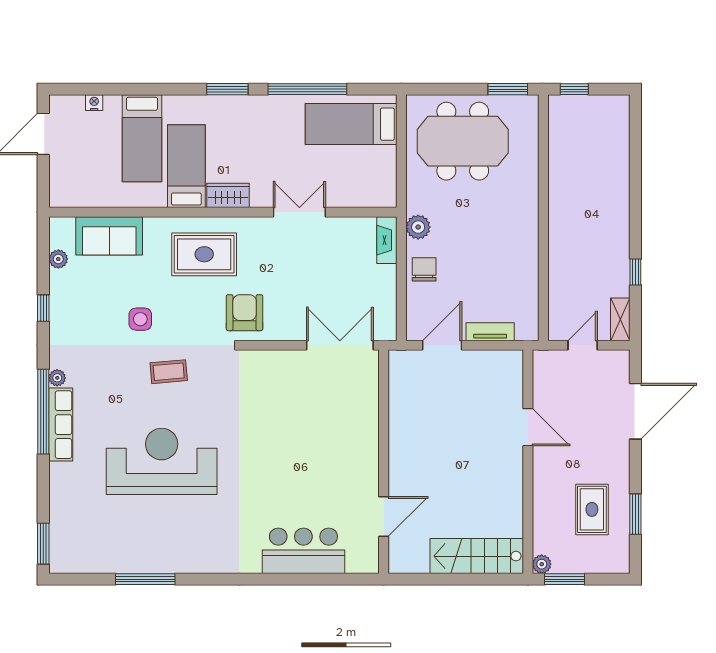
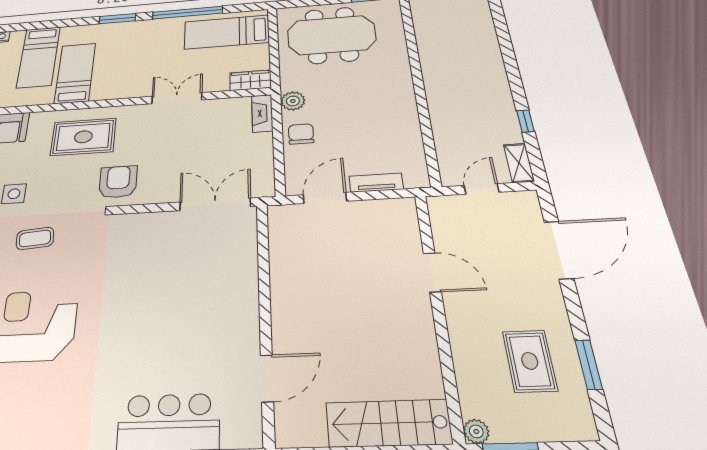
wardrobe: (228, 195) -> (250, 80), moved

